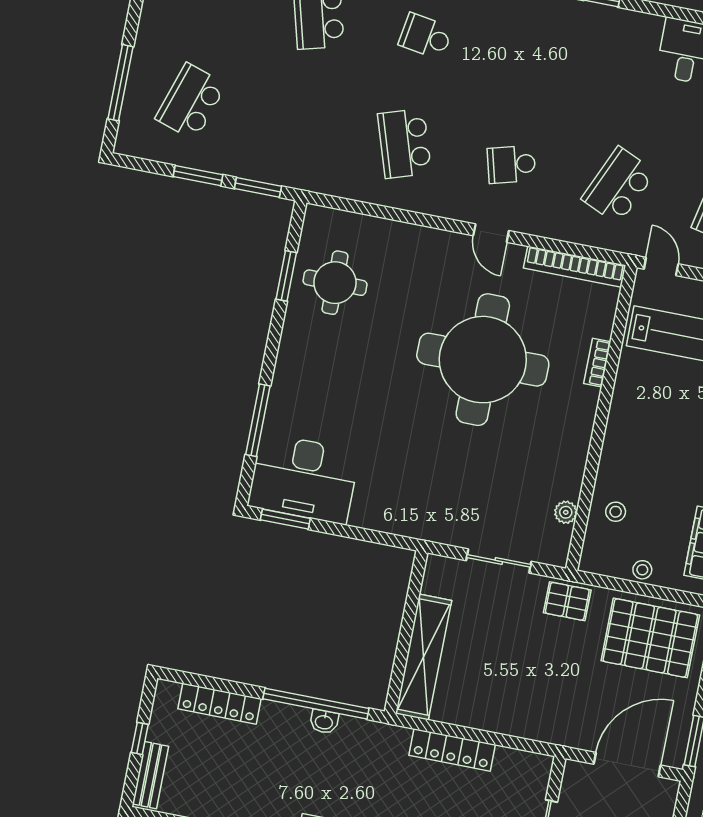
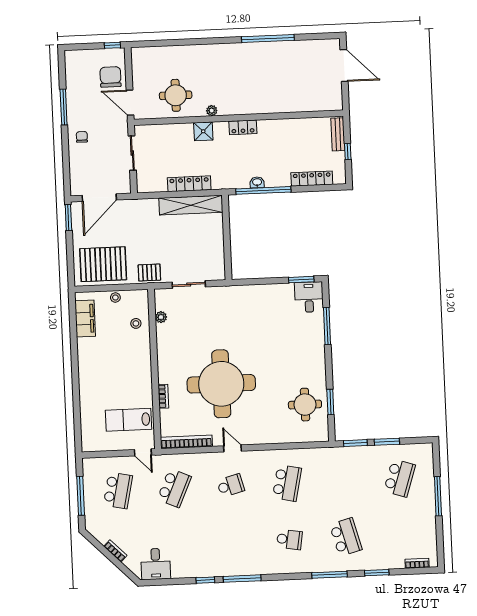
window: (121, 83) -> (438, 496), moved
school desk: (405, 144) -> (287, 483), turned 30
desk: (304, 479) -> (309, 297), width x0.53, depth x0.77
shelving: (424, 657) -> (191, 205), moved, turned 90

